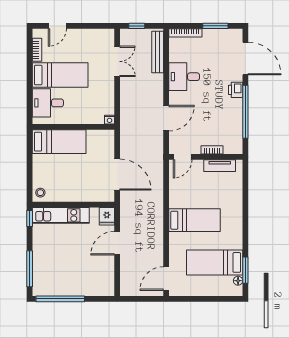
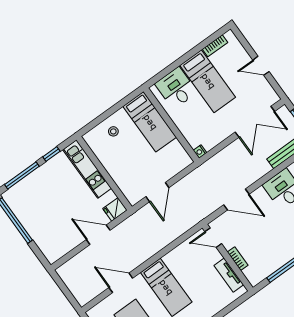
door: (57, 26) -> (261, 66), moved
double door: (117, 61) -> (255, 122), width x1.37
door: (117, 174) -> (157, 192), width x0.73
stool: (40, 193) -> (113, 131), moved
window: (30, 218) -> (51, 154), moved
door: (166, 279) -> (121, 283), moved

